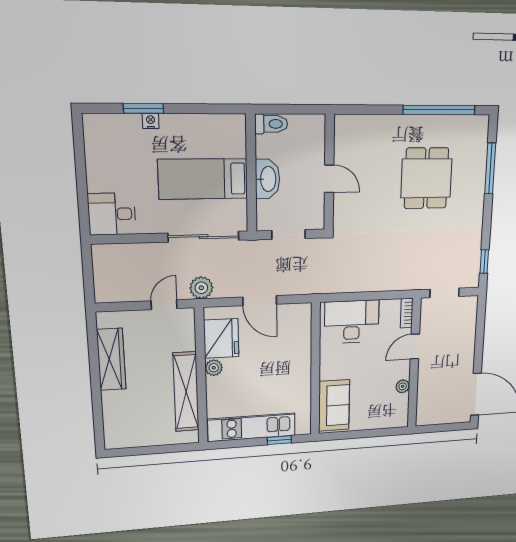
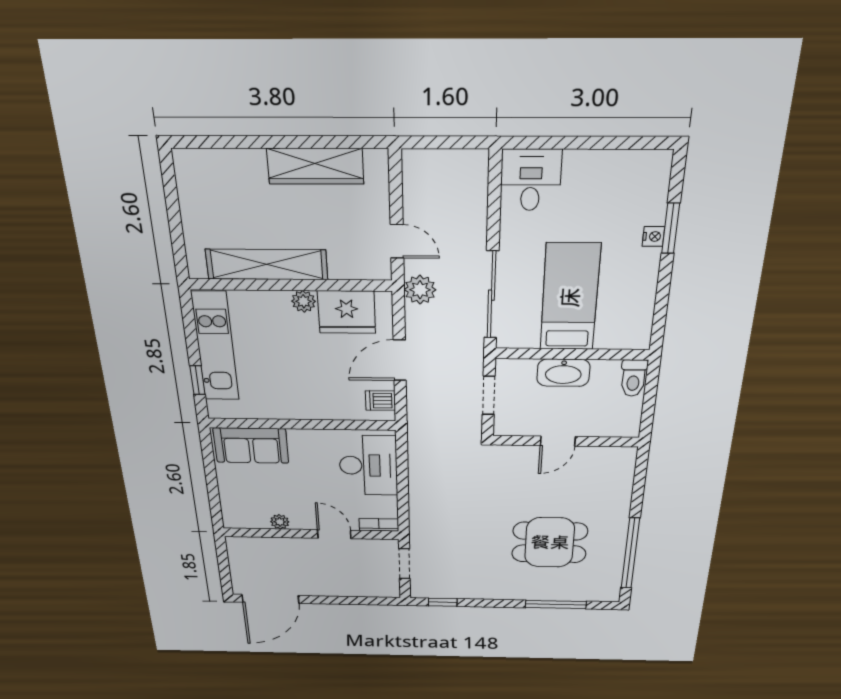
dishwasher: (294, 314) -> (380, 401), added

